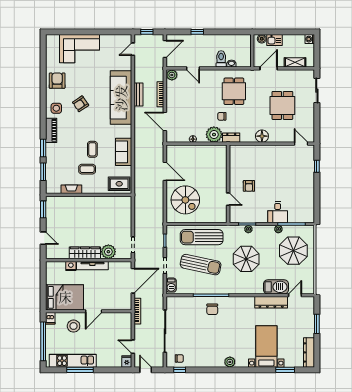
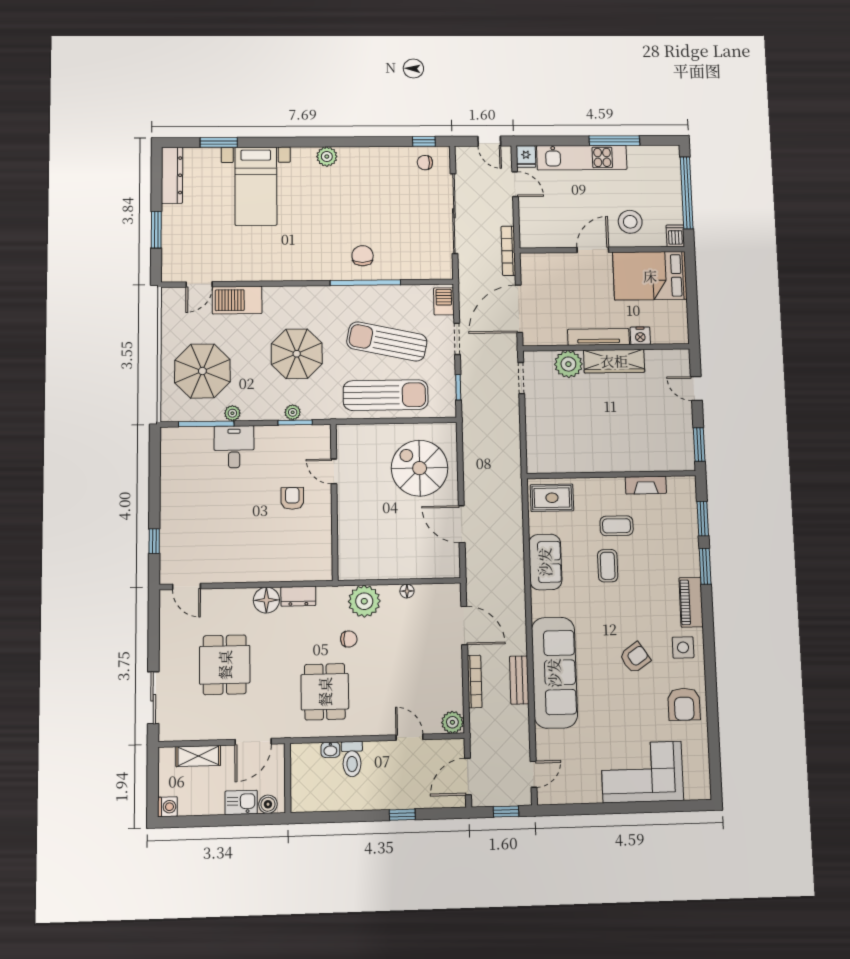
dresser: (231, 138) -> (298, 596), moved
dresser: (271, 302) -> (247, 270), removed
kitchen unit: (73, 361) -> (582, 158), moved

